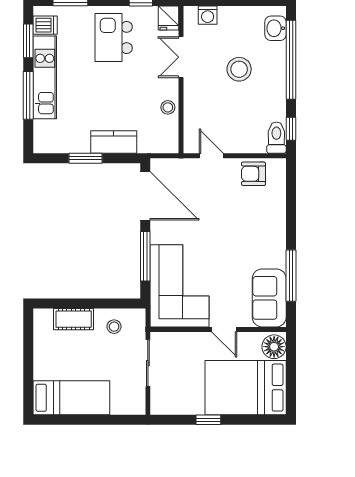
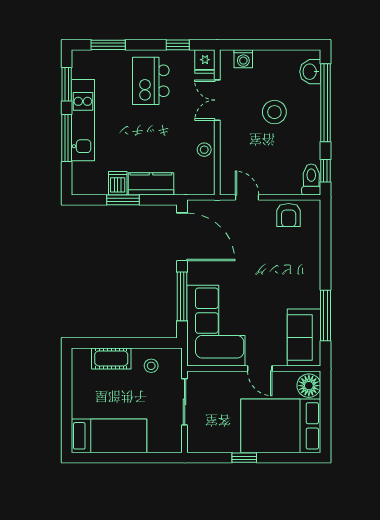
dishwasher: (45, 25) -> (118, 183), moved, turned -90
armchair: (253, 174) -> (289, 215), turned -90

